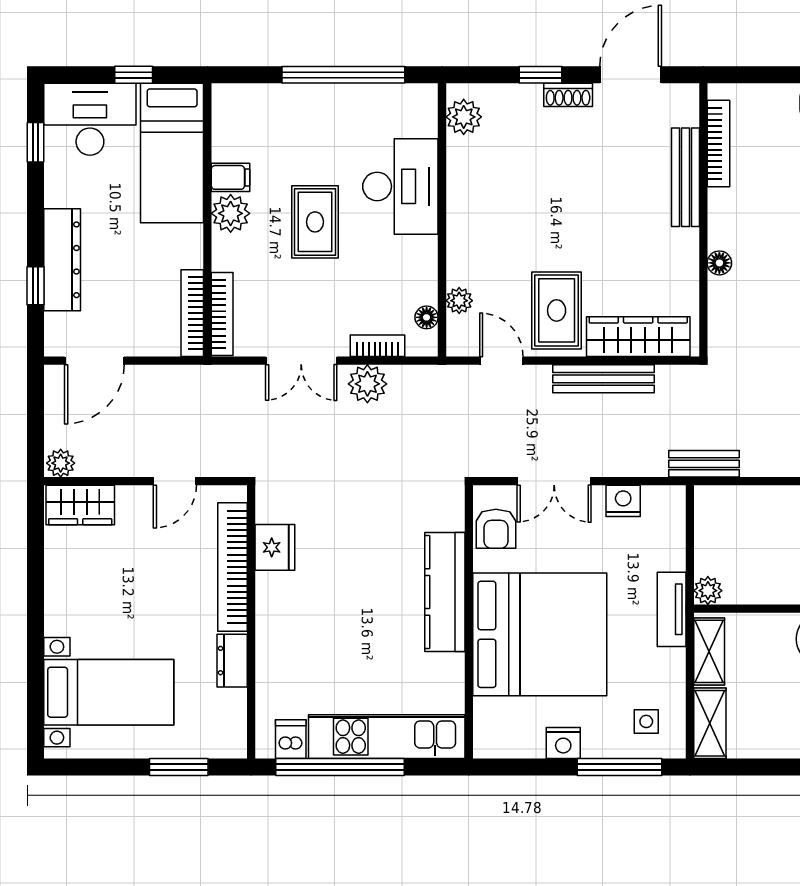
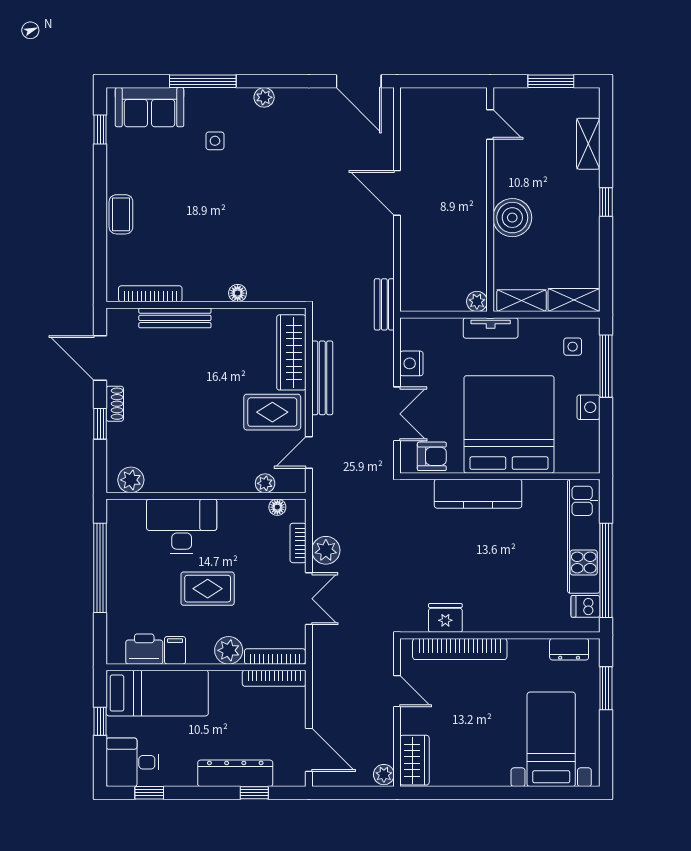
desk: (90, 119) -> (133, 762), width x0.73
printer: (232, 135) -> (144, 649), added
plant: (231, 213) -> (229, 650), moved
dresser: (232, 661) -> (569, 649), moved

